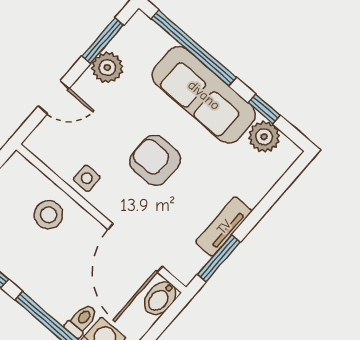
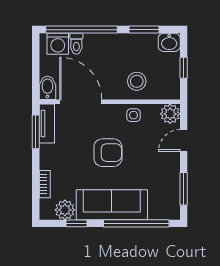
plant: (107, 68) -> (170, 114), moved
bookcase: (261, 188) -> (45, 184), added
tv unit: (224, 227) -> (47, 123), moved

